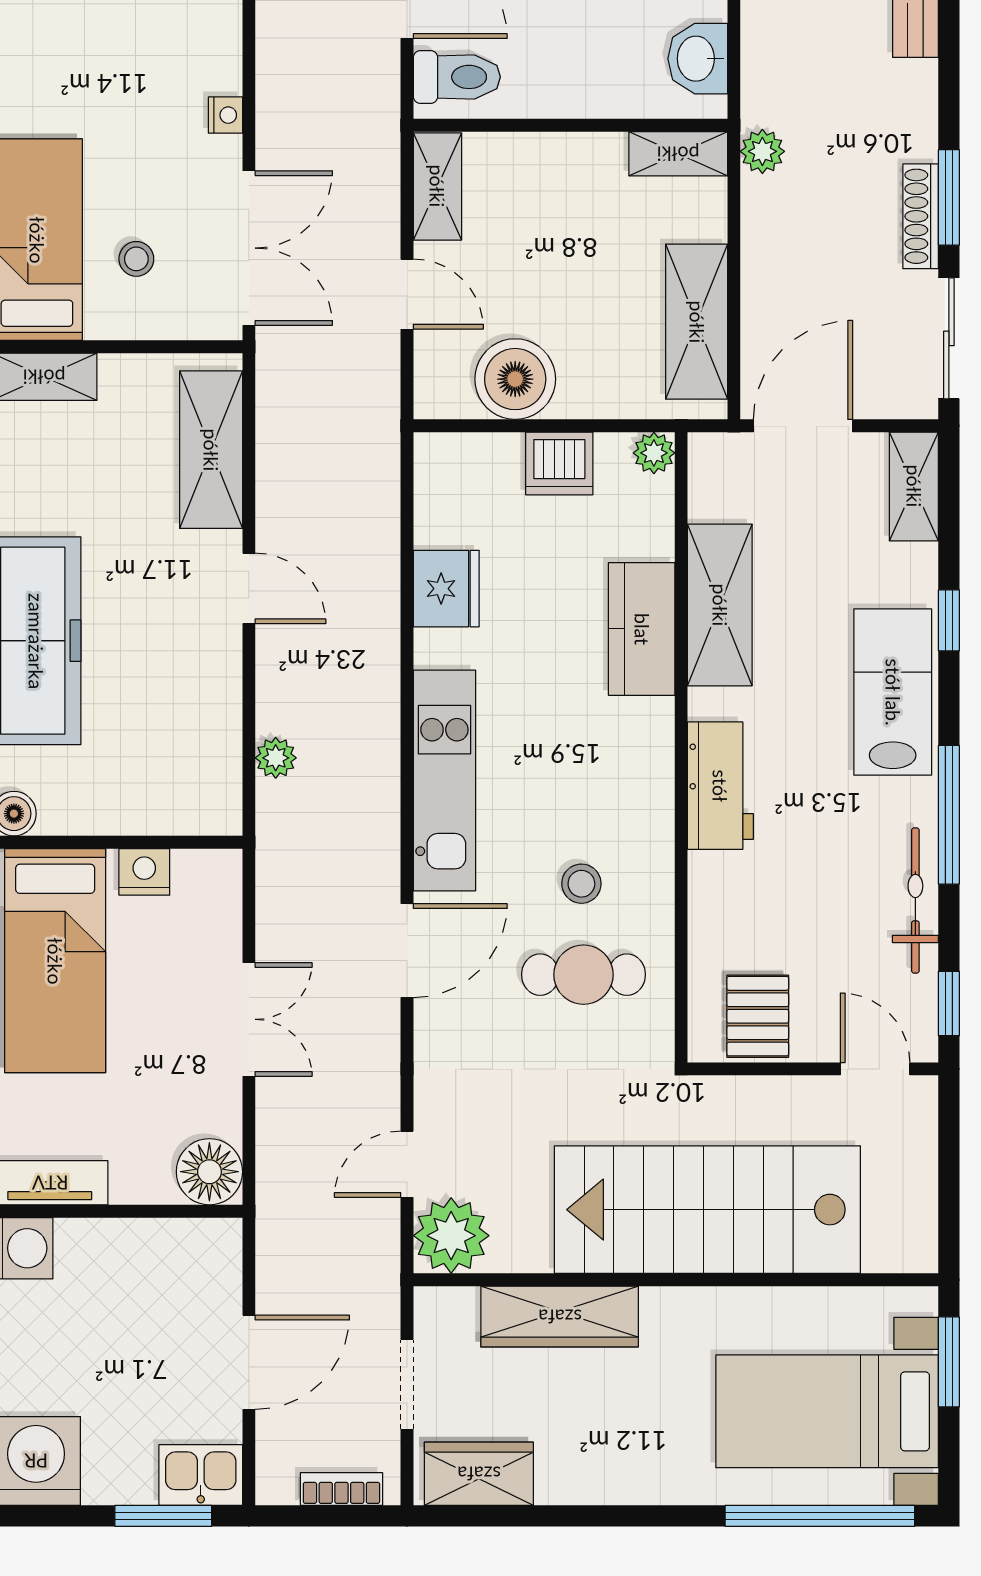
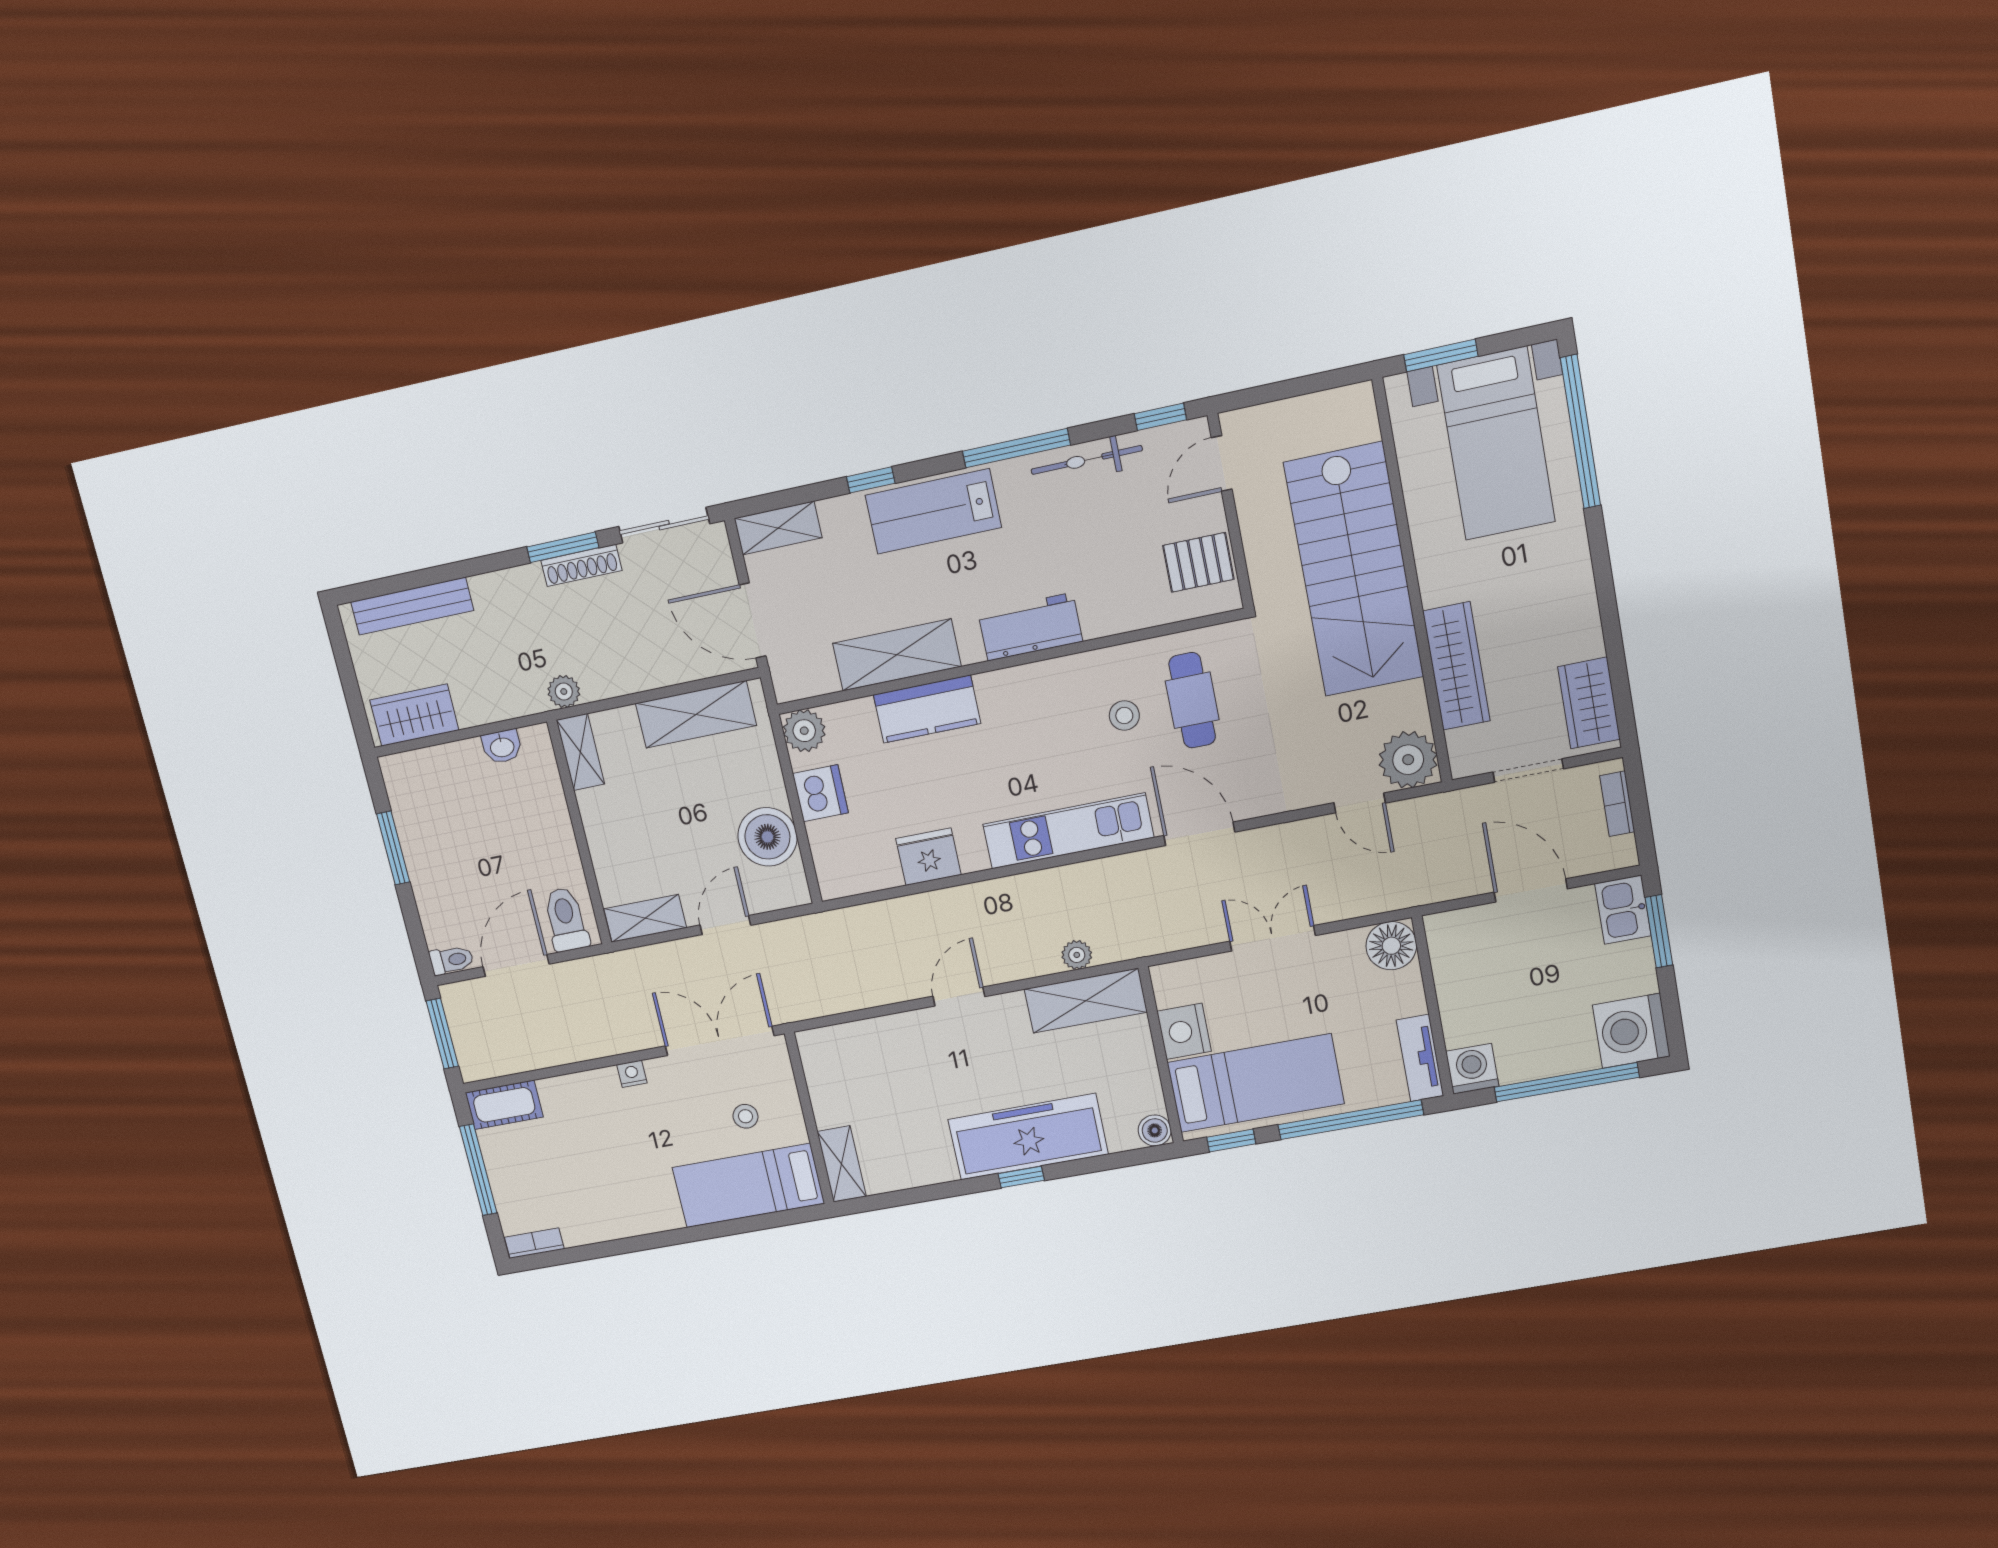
washbasin: (698, 59) -> (502, 747), width x0.72, depth x0.69
shelving: (211, 450) -> (1086, 1001), moved
plant: (654, 453) -> (804, 731), width x1.38, depth x1.38
nightstand: (144, 872) -> (1184, 1031), width x1.36, depth x1.33

